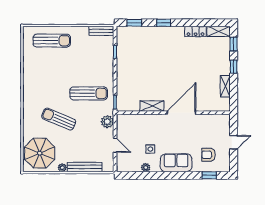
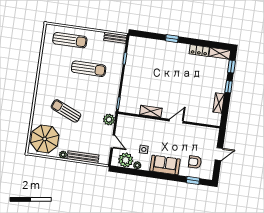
window: (134, 23) -> (146, 35), removed
sun lounger: (89, 93) -> (89, 69), moved
door: (181, 113) -> (176, 121), width x0.53
plant: (132, 164) -> (126, 160), added

